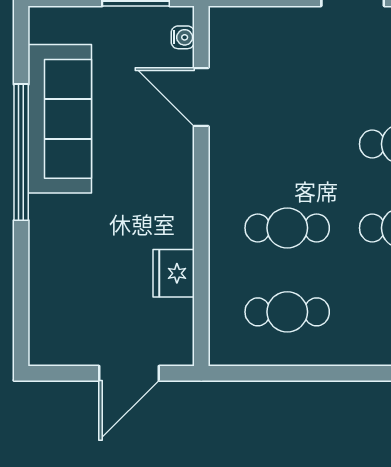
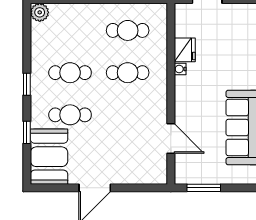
water cooler: (183, 37) -> (180, 69), moved

